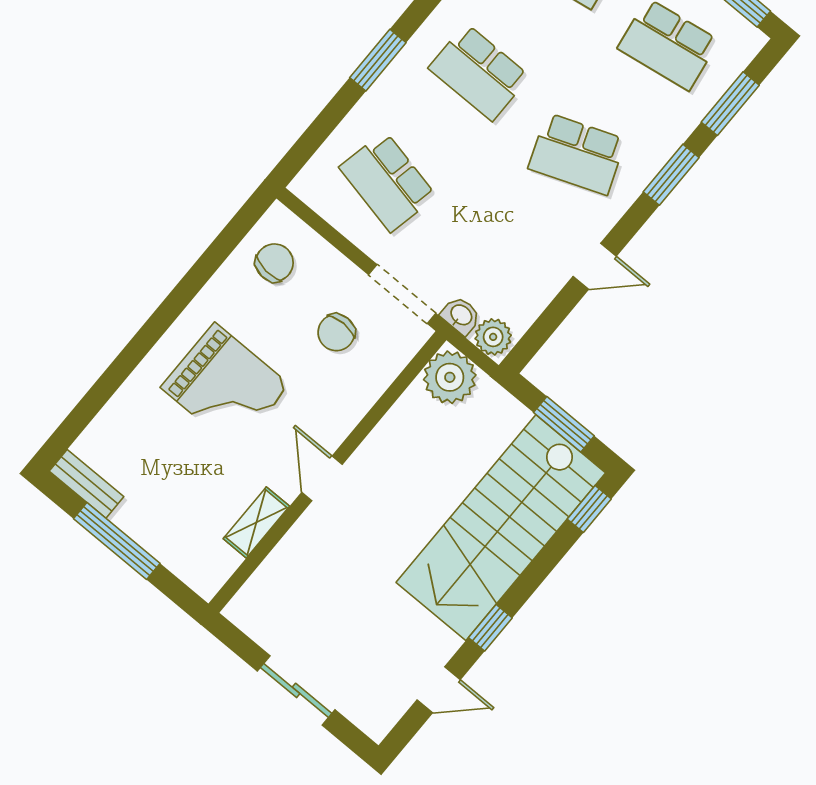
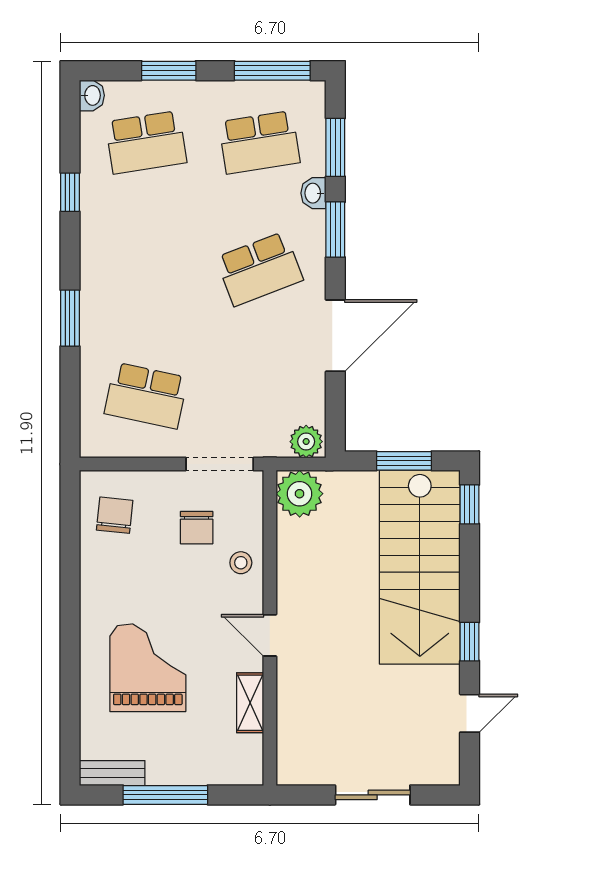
school desk: (479, 72) -> (146, 269), removed
door: (595, 266) -> (335, 336), width x1.88
washbasin: (461, 315) -> (313, 193), moved, turned -90
grand piano: (225, 386) -> (148, 668), moved, turned -90
stool: (349, 395) -> (241, 563), added

